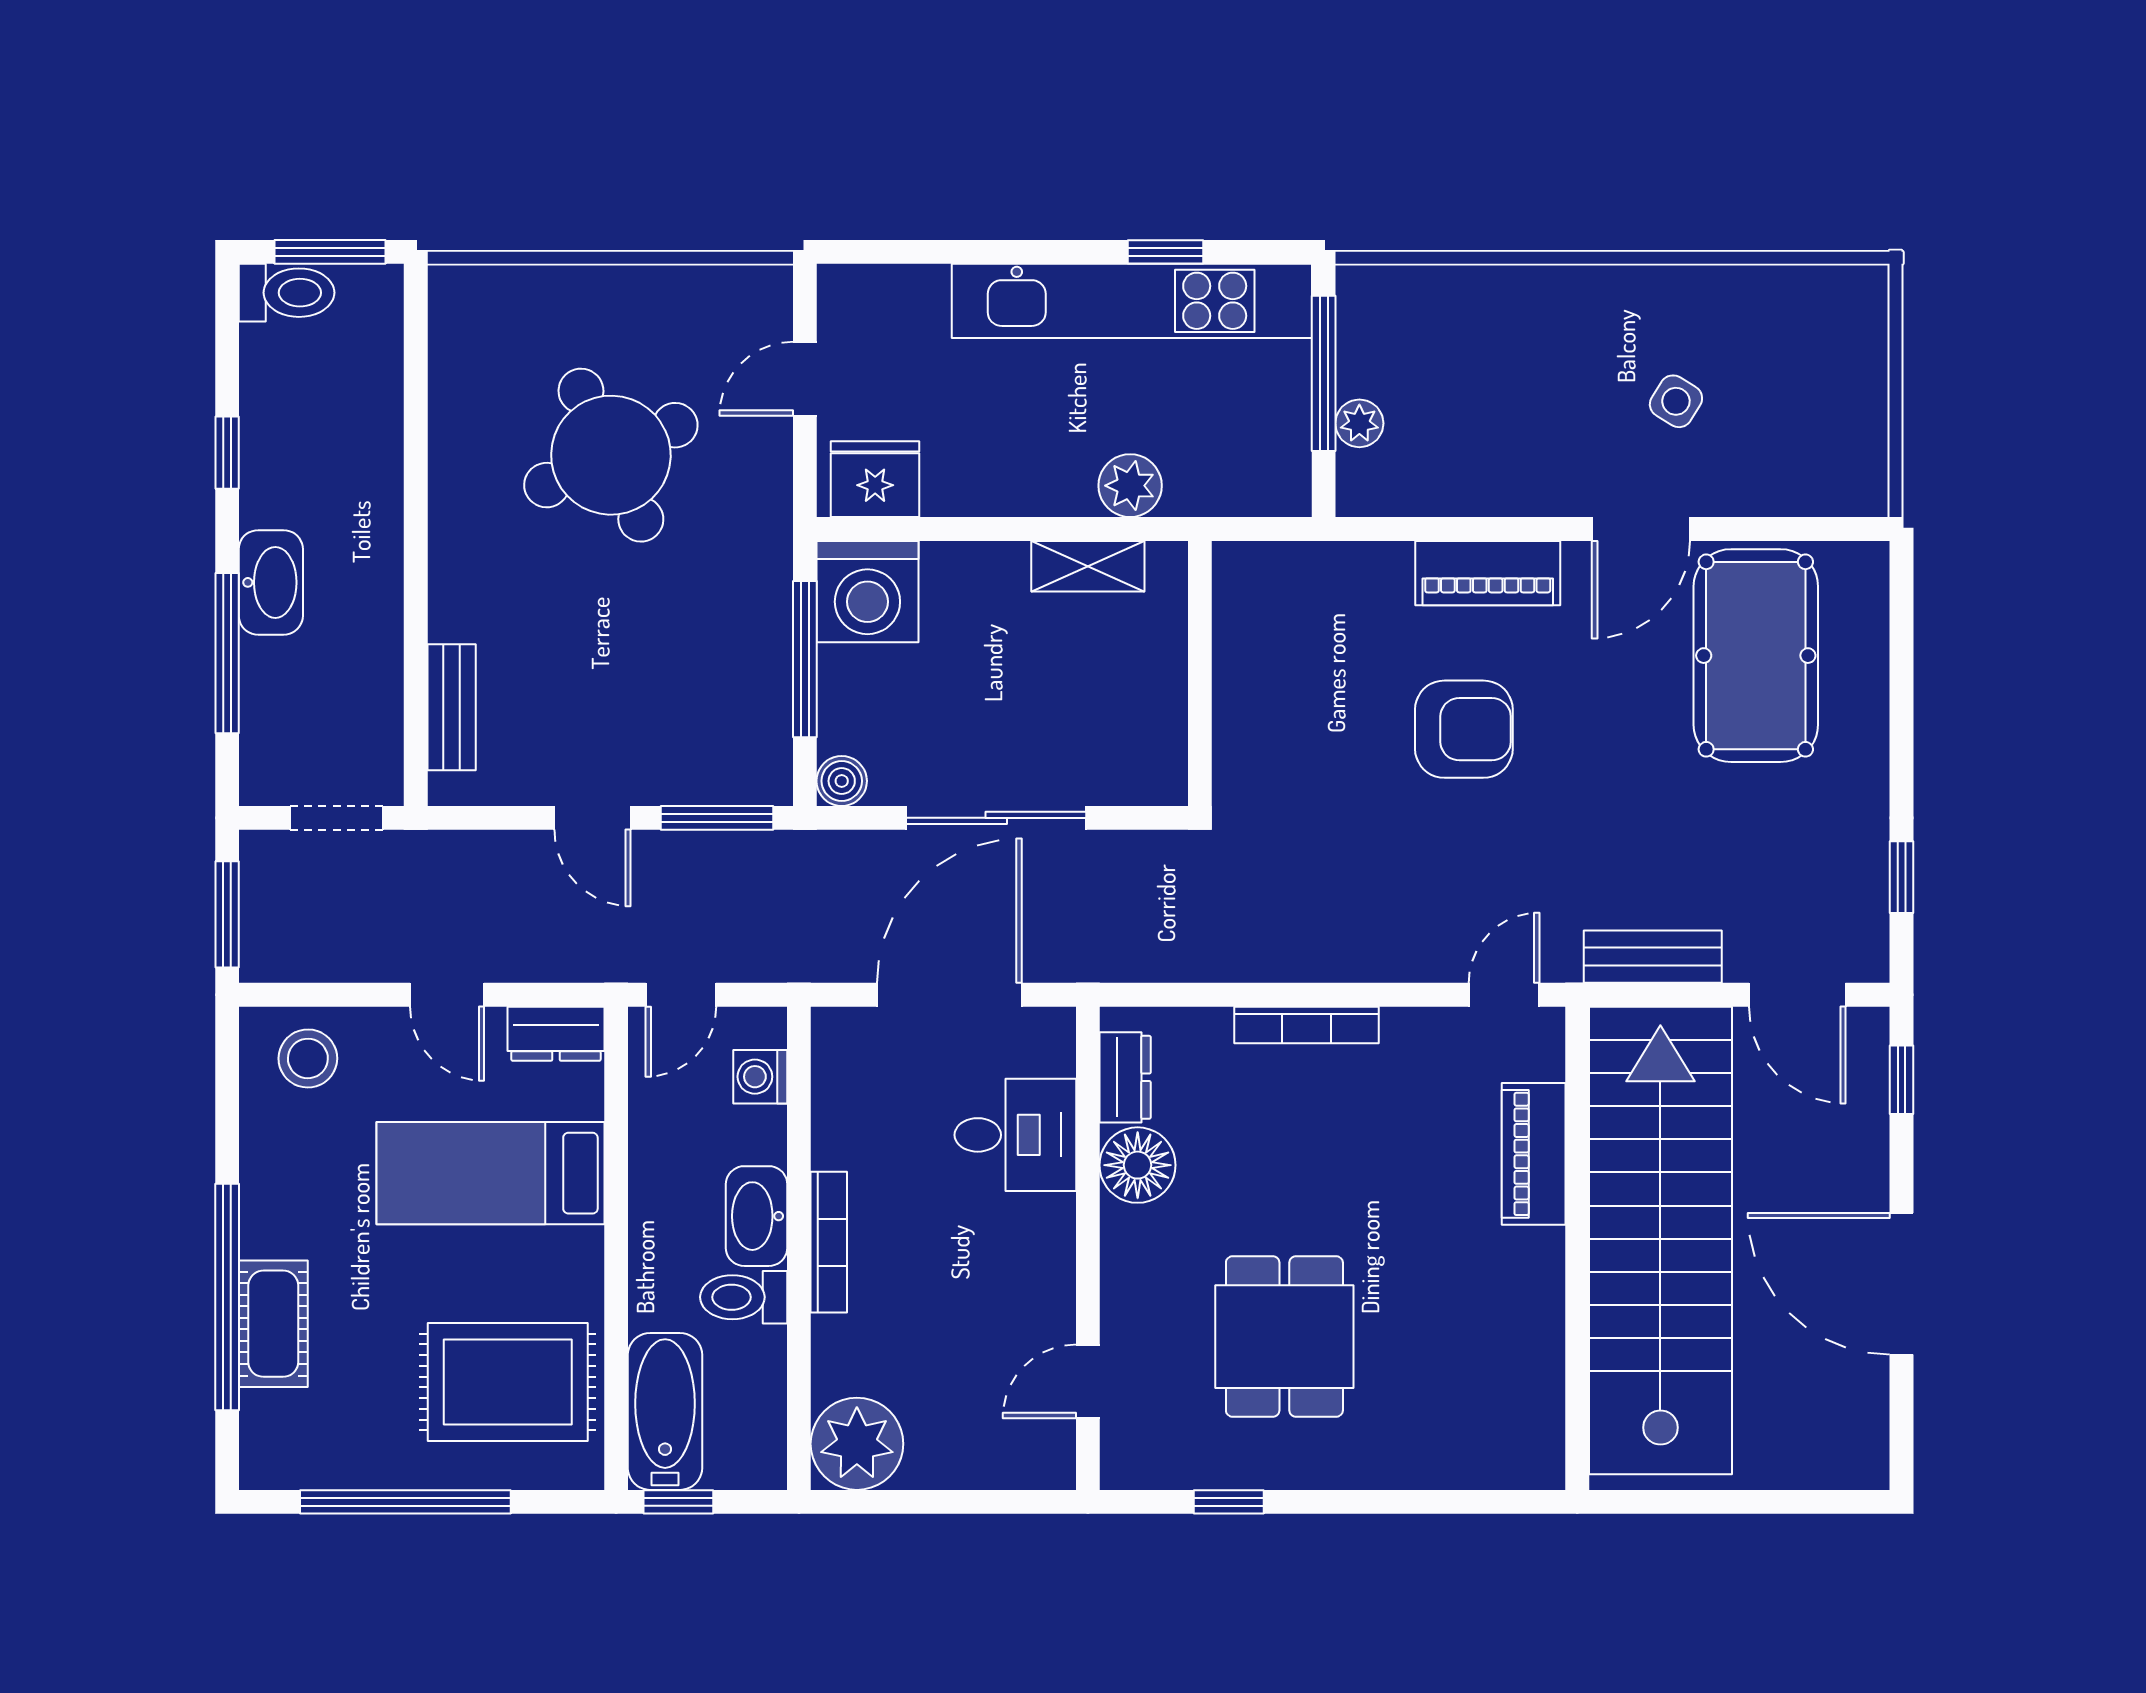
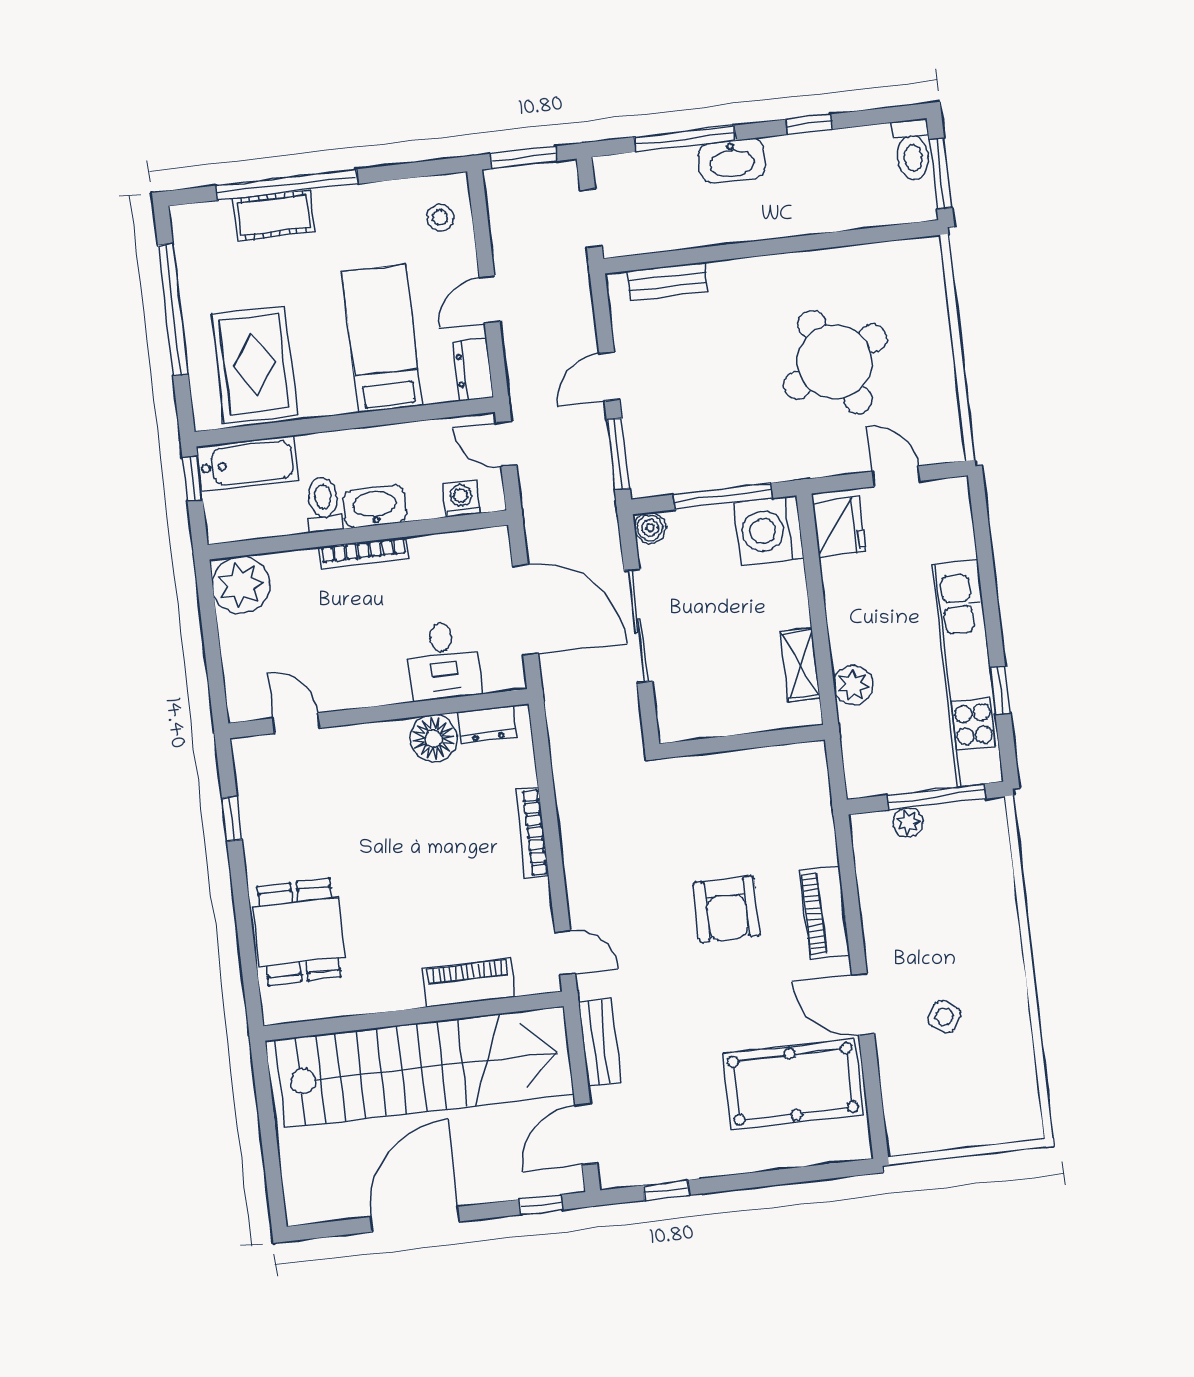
stool: (308, 1058) -> (440, 218), width x0.73, depth x0.73
dining table: (1284, 1337) -> (299, 932), moved, turned 90

